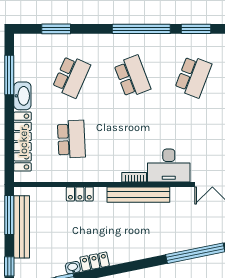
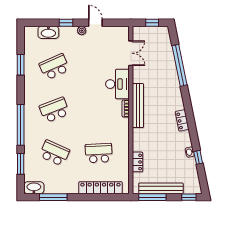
window: (141, 29) -> (21, 125), moved
school desk: (193, 77) -> (54, 67), turned -45
washbasin: (22, 96) -> (34, 188), moved
locker: (80, 194) -> (138, 162), moved
locker: (95, 261) -> (182, 120), moved

